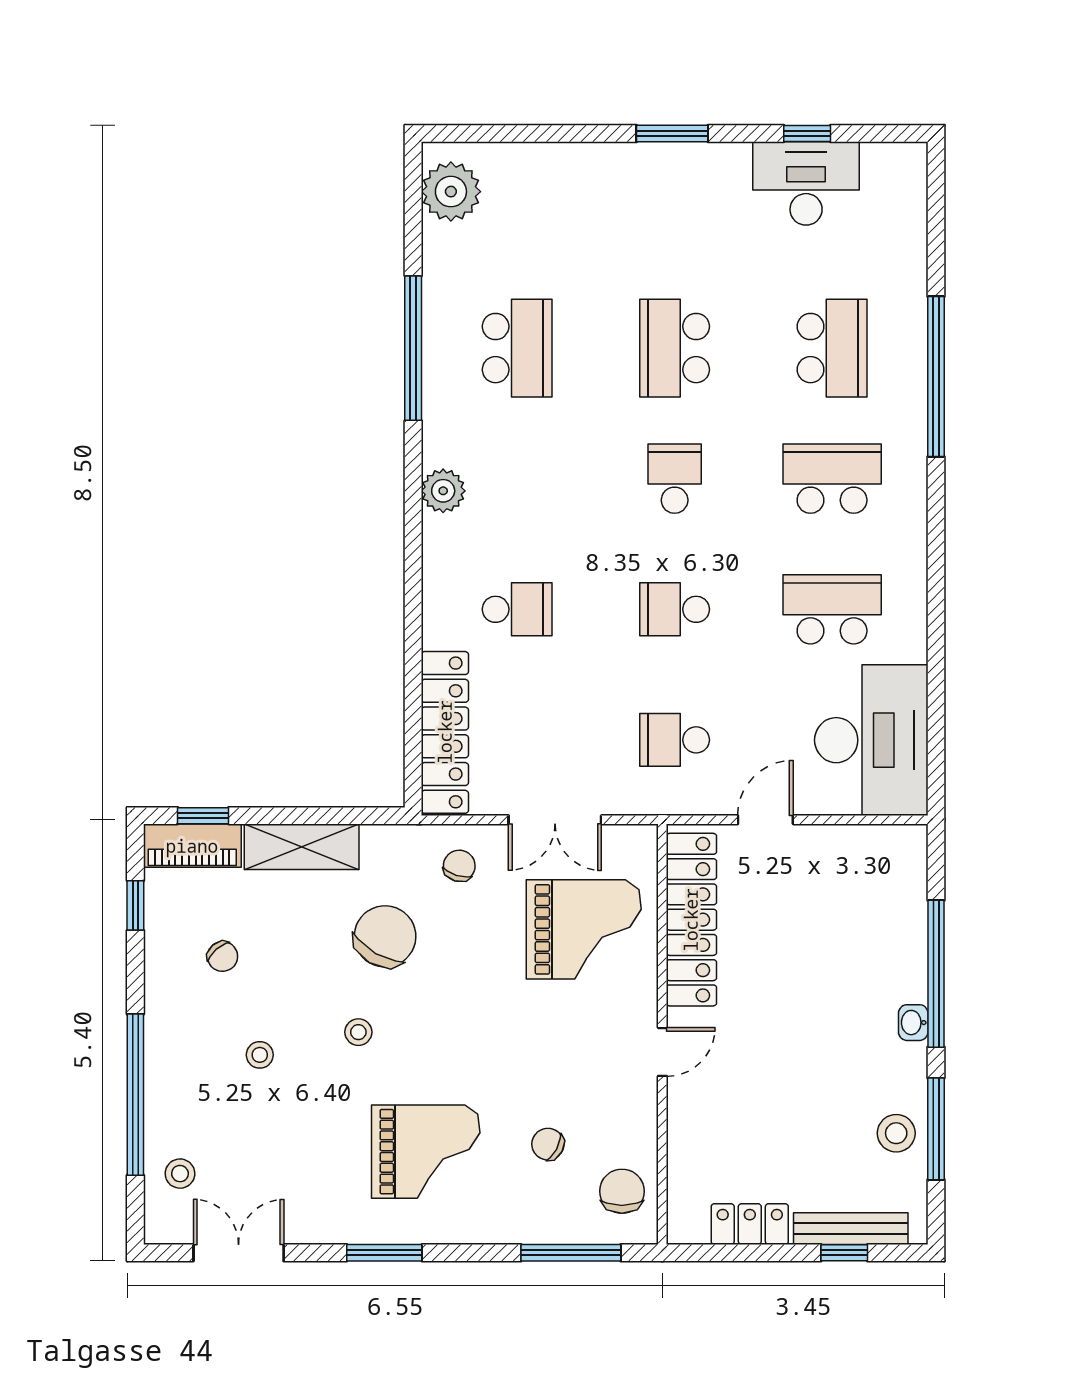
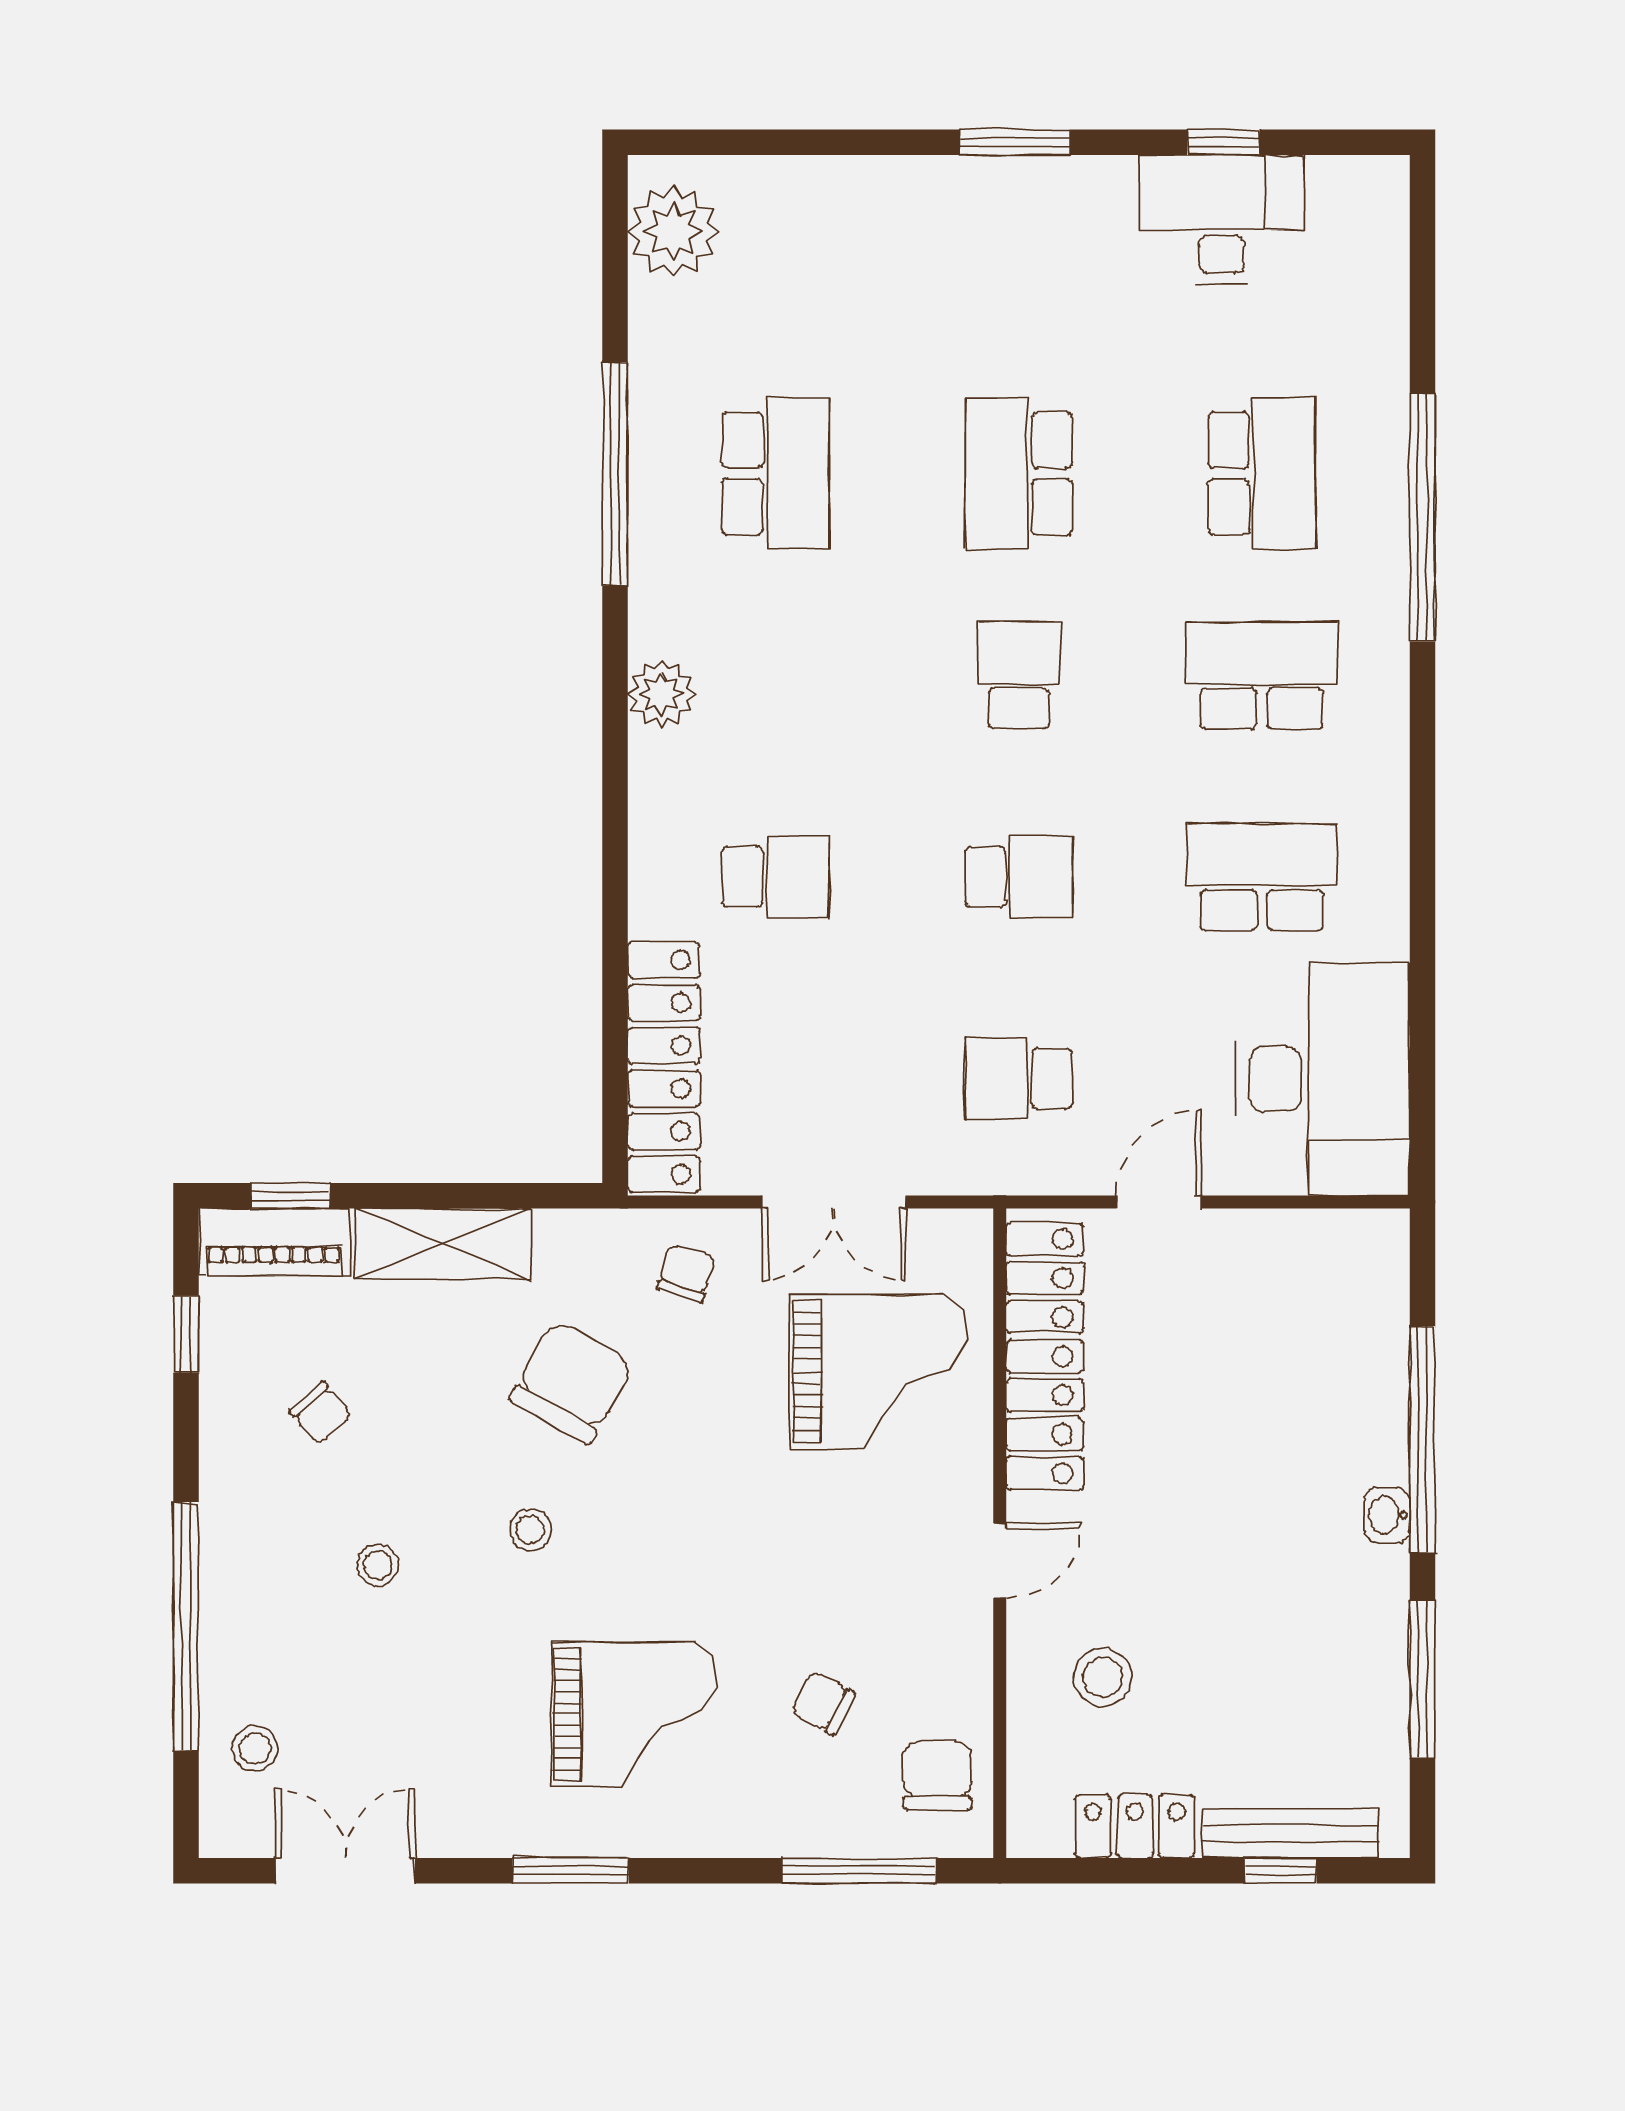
school desk: (675, 609) -> (1019, 877), turned 180
stool: (896, 1133) -> (1103, 1677), moved

